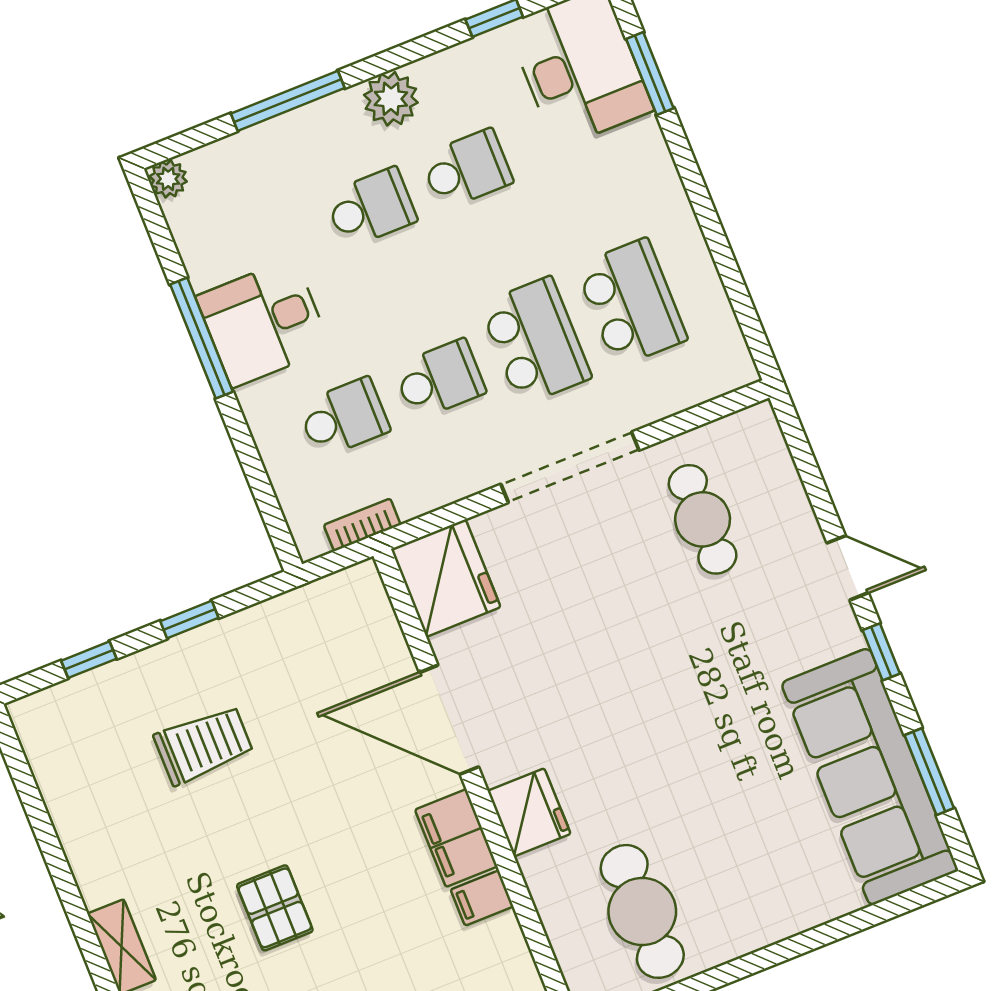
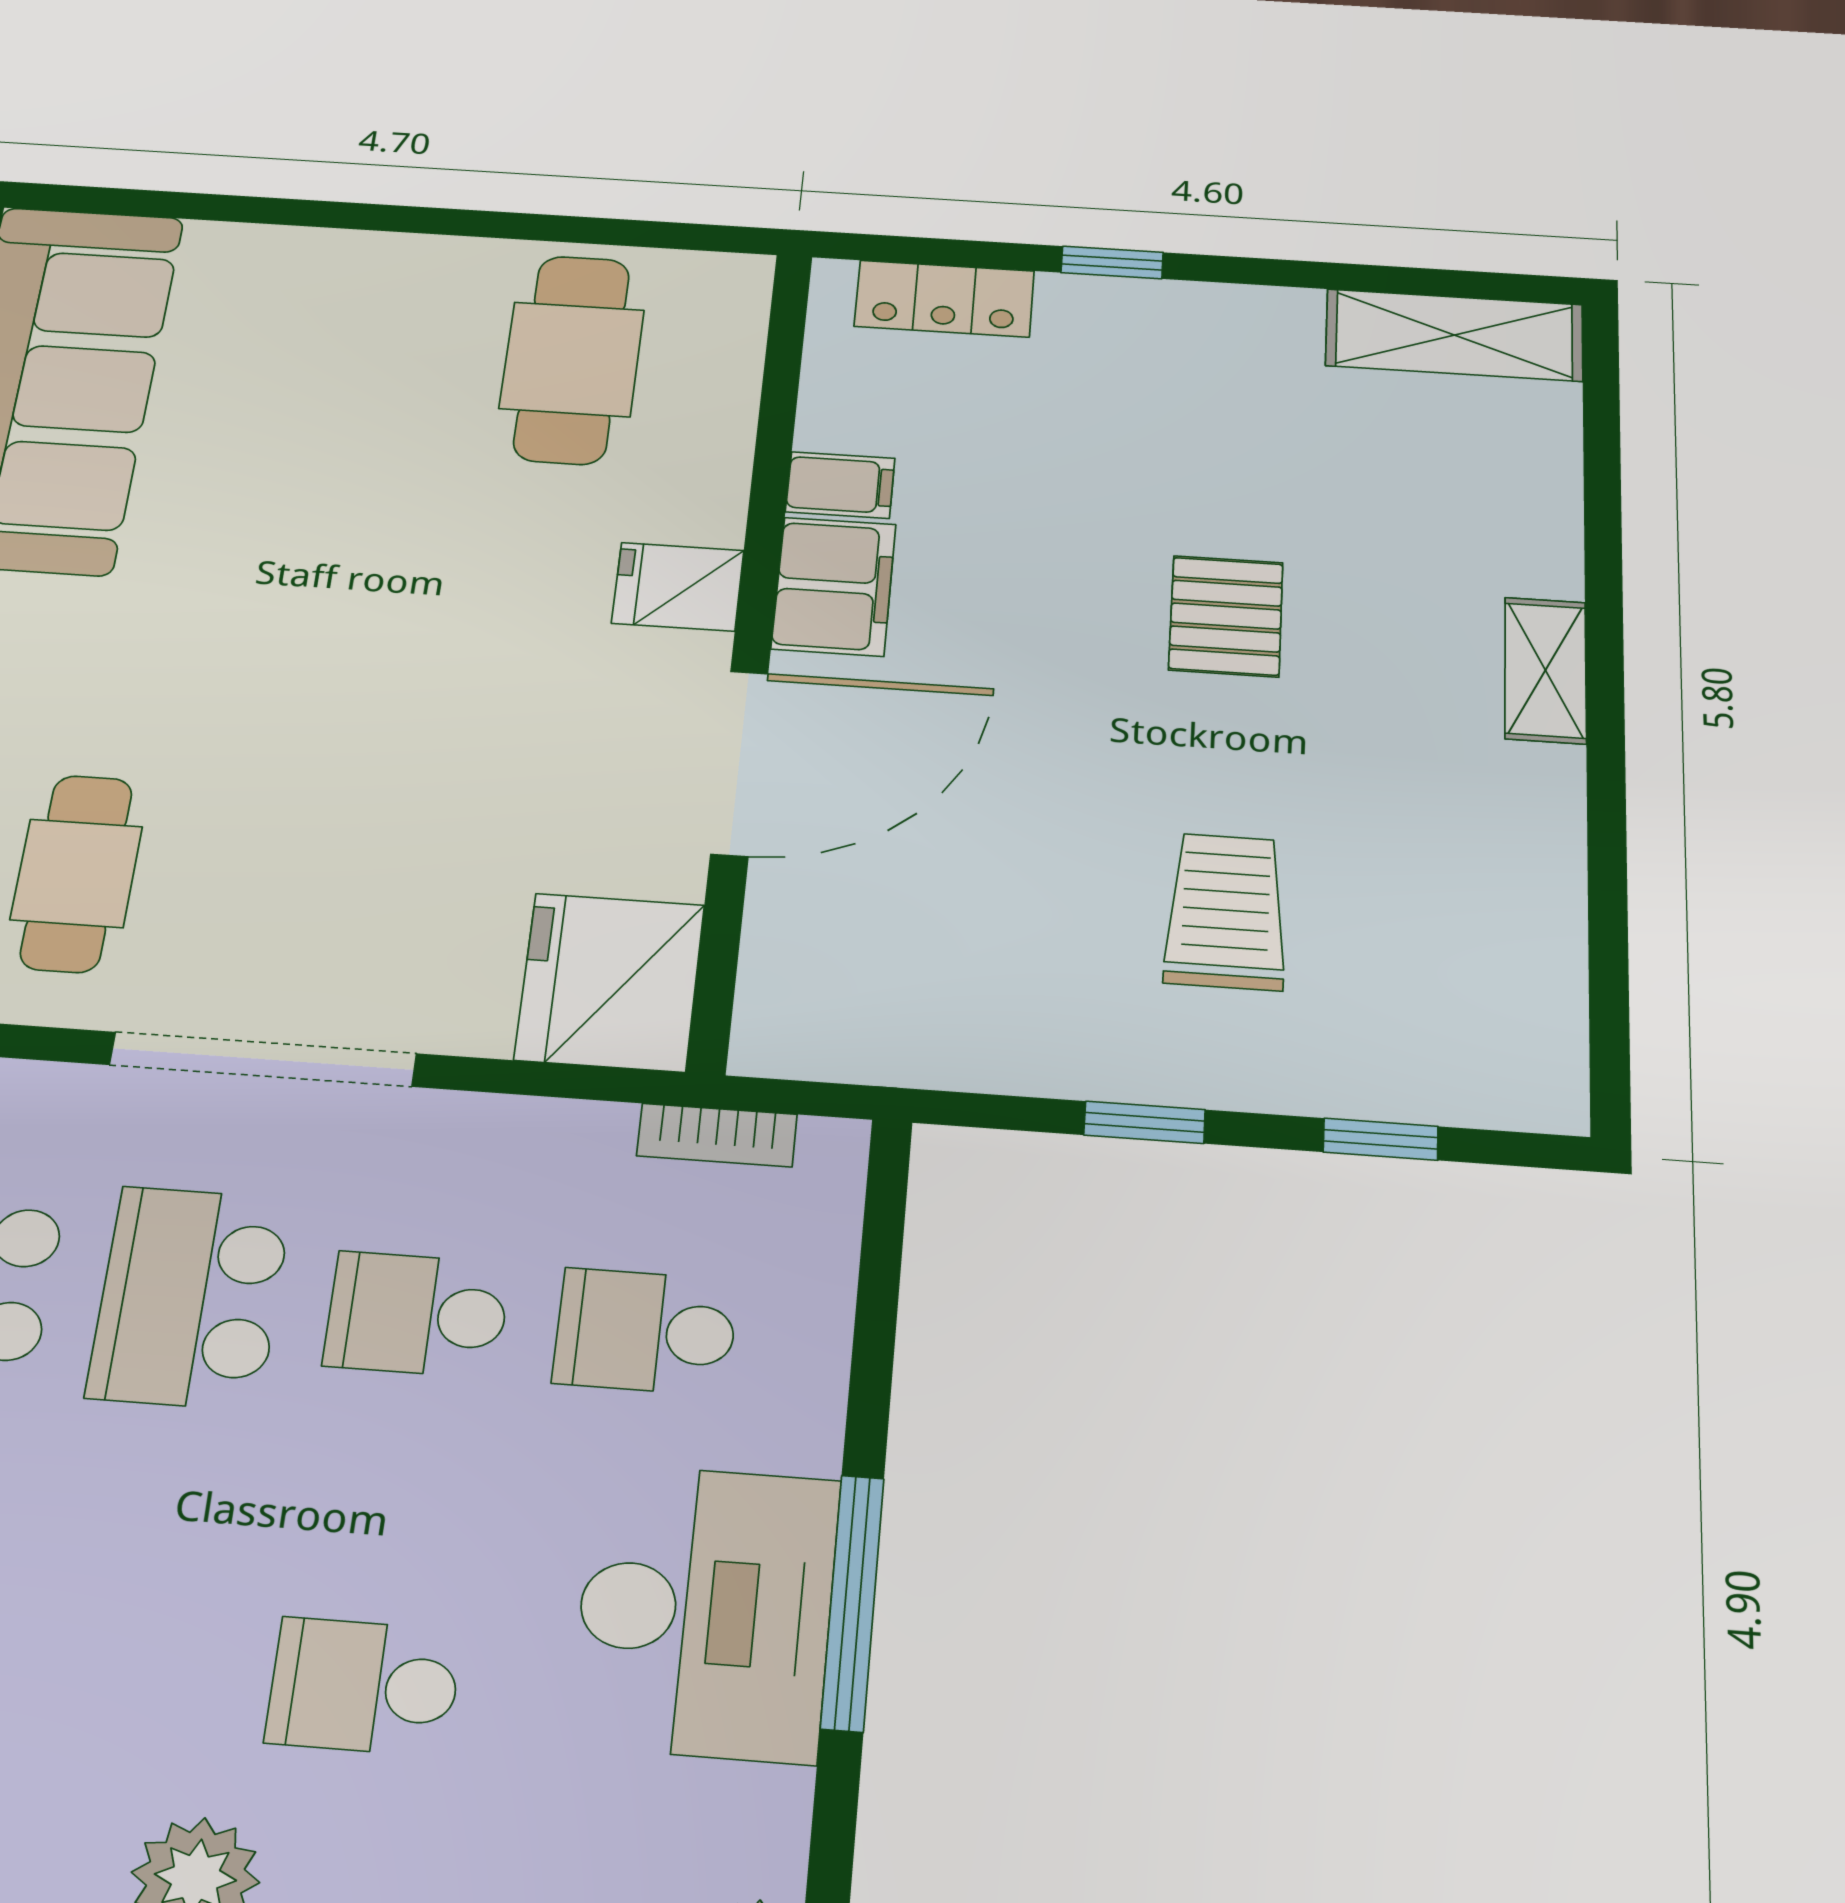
school desk: (467, 169) -> (126, 1668), removed
desk: (263, 323) -> (705, 1611), width x1.37
door: (449, 720) -> (739, 763), hinge flipped
trolley: (204, 745) -> (1226, 911), turned 90
fridge: (529, 812) -> (678, 587), width x0.72

